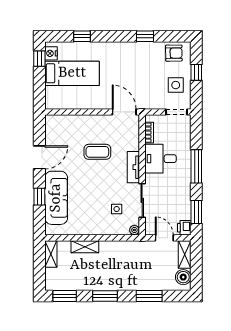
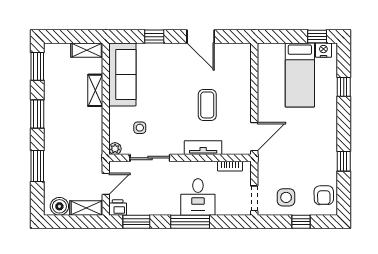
desk: (161, 159) -> (198, 197), moved, turned 180
tv unit: (133, 167) -> (203, 148), moved
sofa: (56, 198) -> (122, 74), moved, turned -90

